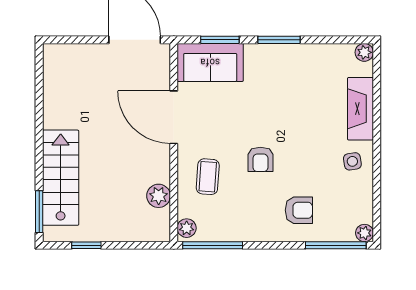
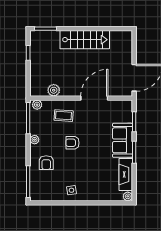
sofa: (210, 62) -> (123, 140), moved
fireplace: (360, 109) -> (126, 174), moved, turned -90
stairs: (61, 178) -> (85, 40), moved
plant: (364, 233) -> (35, 140), moved

